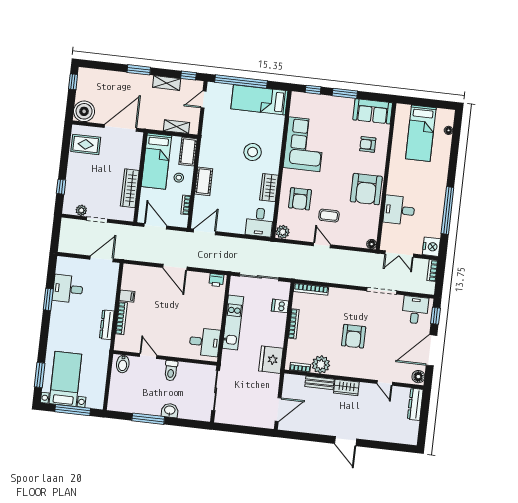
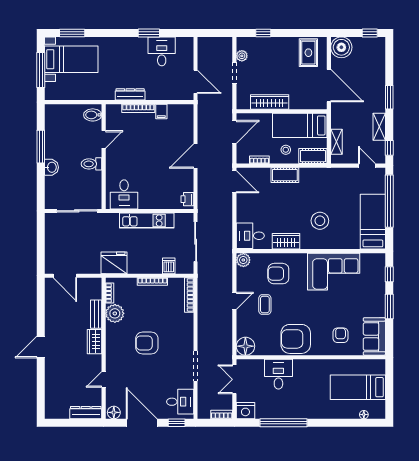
floor lamp: (372, 244) -> (245, 346), width x1.89, depth x1.89

